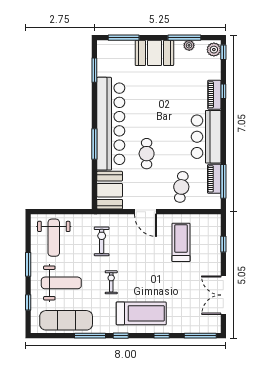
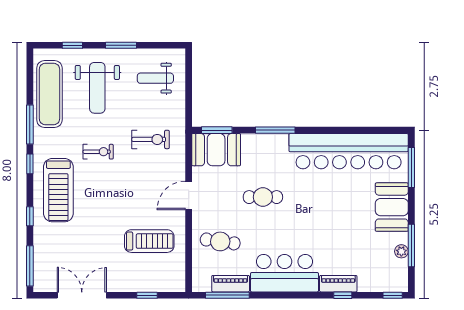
plant: (214, 50) -> (396, 283), removed
window: (94, 70) -> (217, 130), moved
bar counter: (111, 124) -> (349, 151), moved
weight bench: (54, 238) -> (155, 78), width x0.73, depth x0.75

